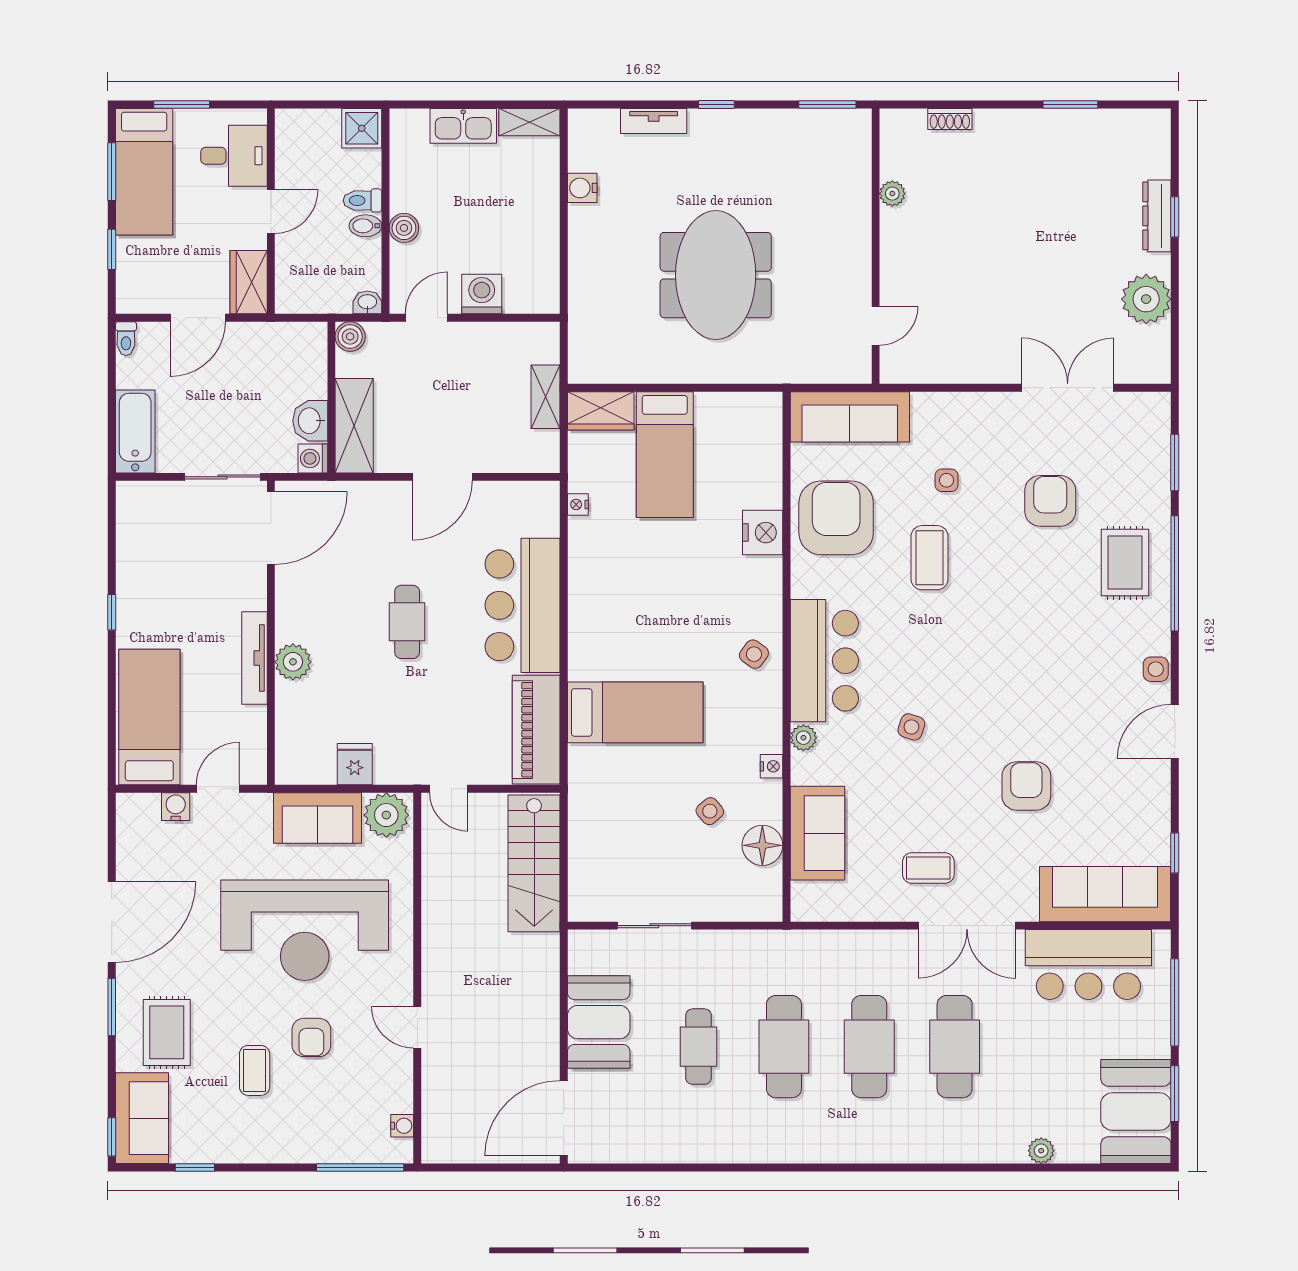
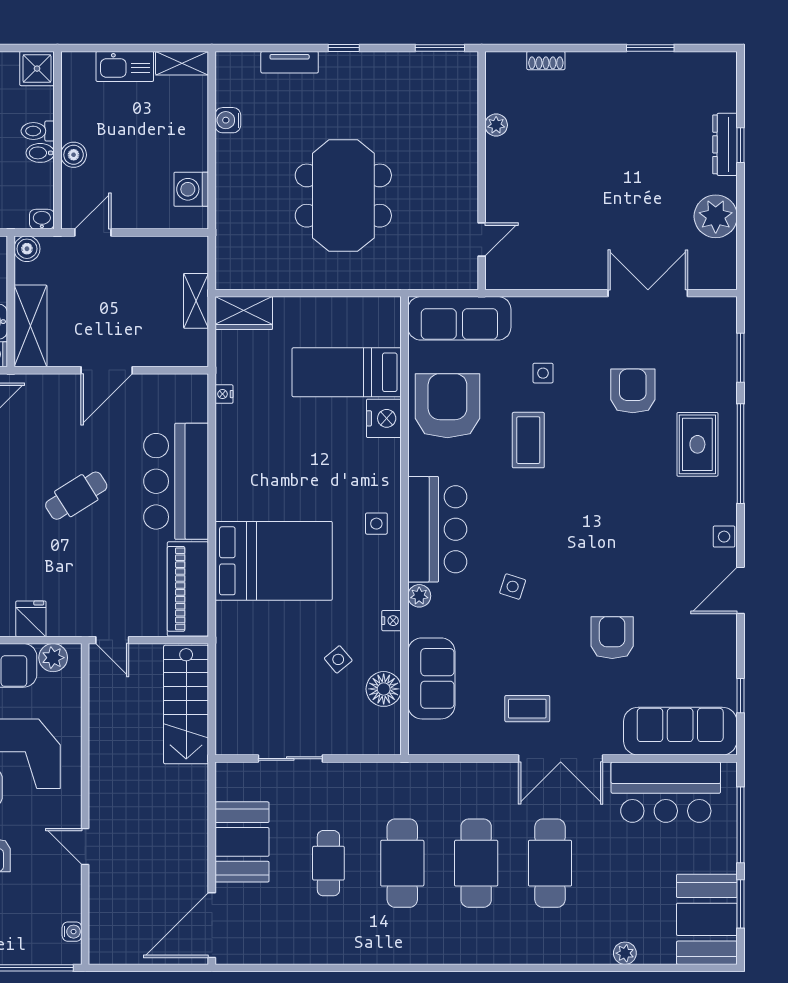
washing machine: (482, 294) -> (191, 189), moved, turned -90
bed: (665, 455) -> (347, 372), moved, turned 90
cafe table: (407, 622) -> (76, 496), turned 58
side table: (754, 654) -> (376, 524), turned -36
bed: (635, 712) -> (274, 561), width x1.50
plant: (386, 815) -> (53, 658), width x0.73, depth x0.73

